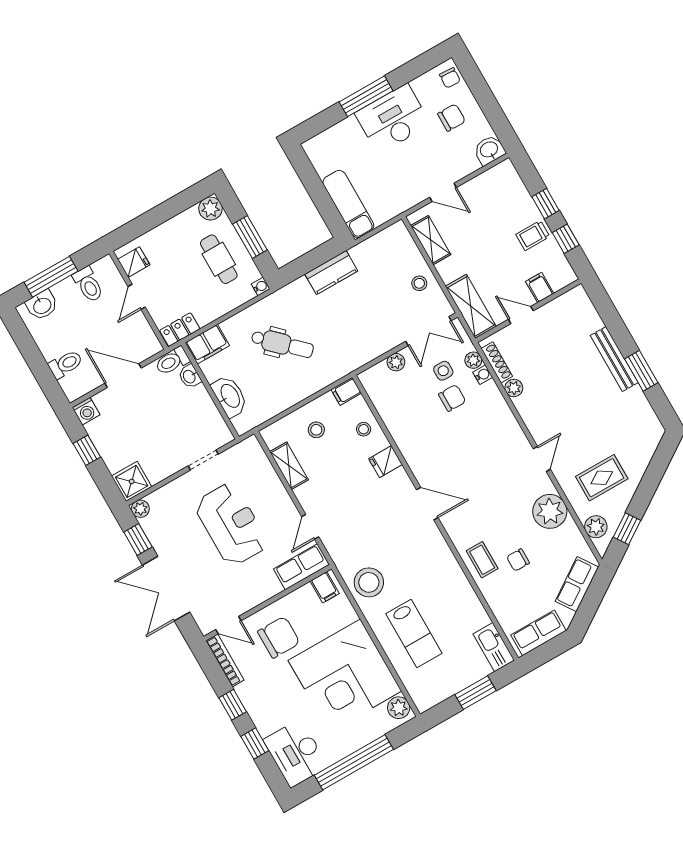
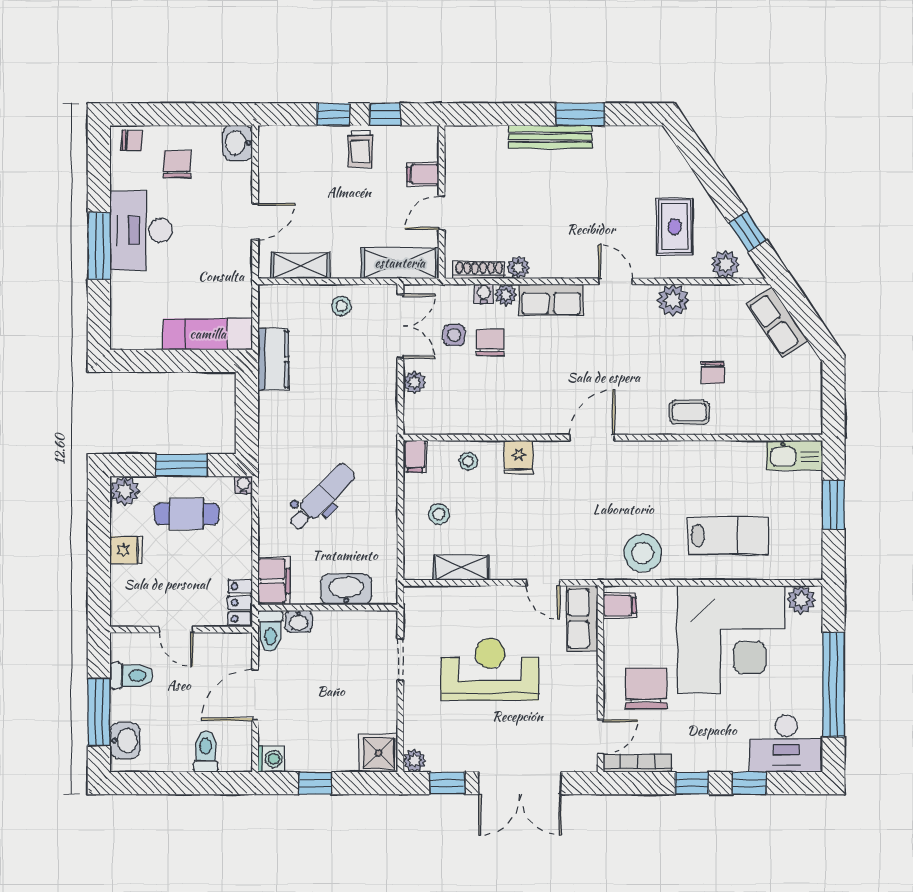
fridge: (134, 262) -> (126, 550), moved, turned 90
kitchen counter: (331, 273) -> (273, 359), moved
plant: (473, 360) -> (506, 295), moved
plant: (550, 511) -> (673, 300), width x0.73, depth x0.73
row of seats: (538, 633) -> (551, 300), moved, turned -90

